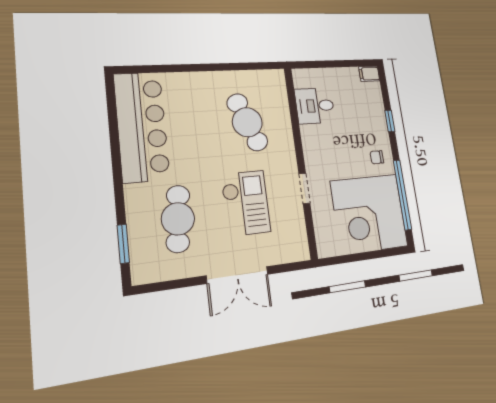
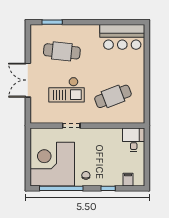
filing cabinet: (369, 74) -> (128, 180), moved
desk: (315, 106) -> (134, 140), moved
bar counter: (142, 127) -> (122, 37), width x0.73

